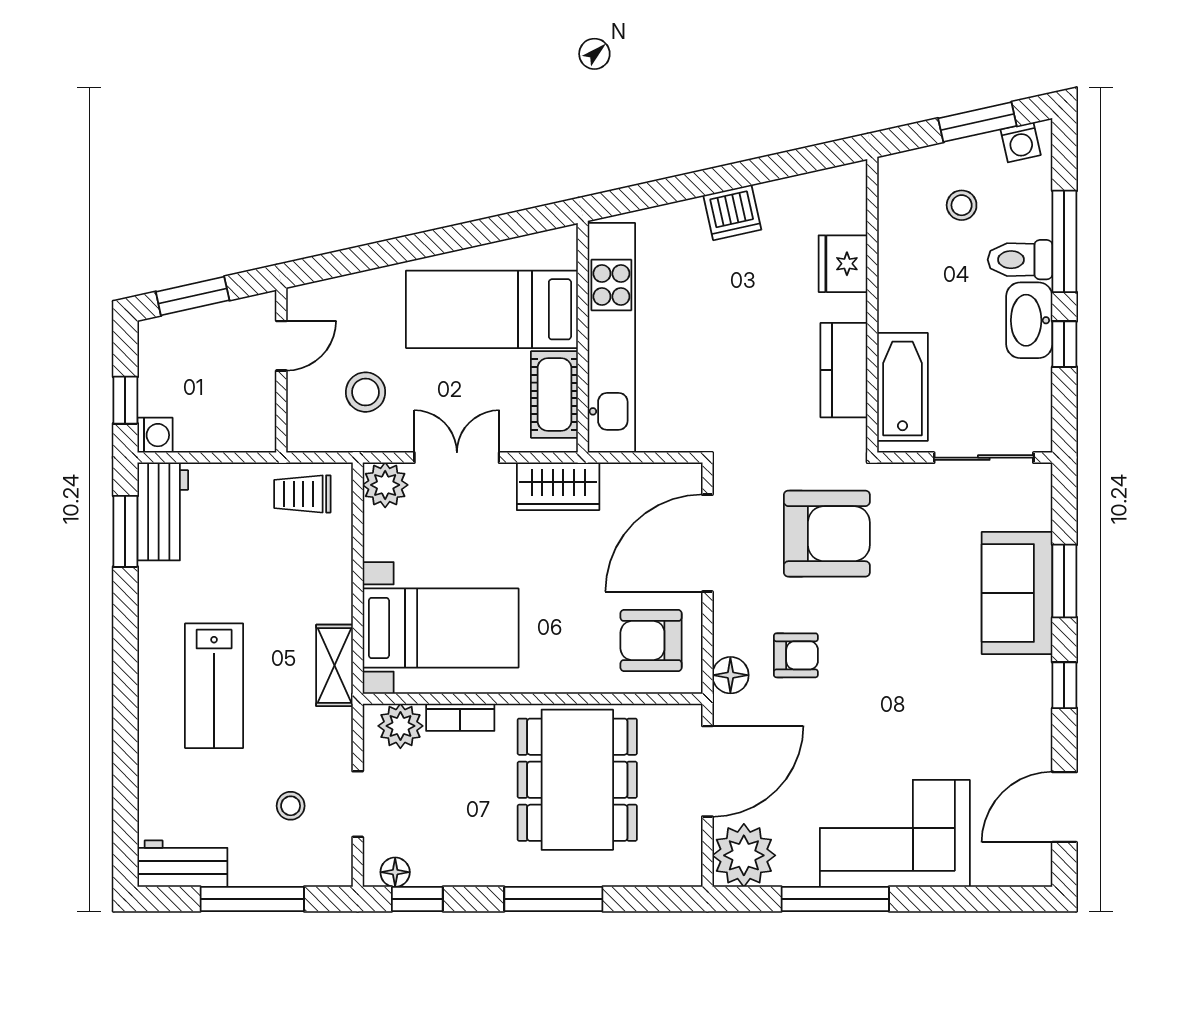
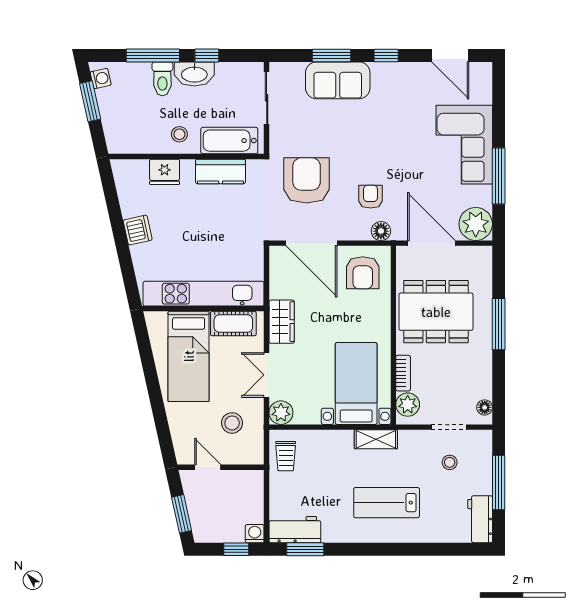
stool: (962, 205) -> (179, 134), moved
lab bench: (214, 686) -> (387, 503), turned 180
window: (417, 899) -> (499, 396), removed

